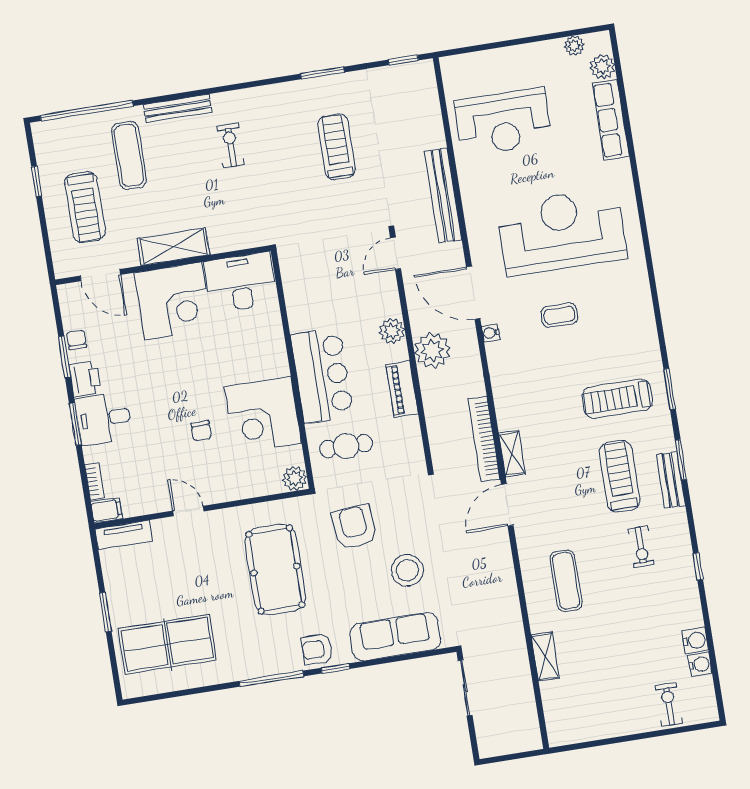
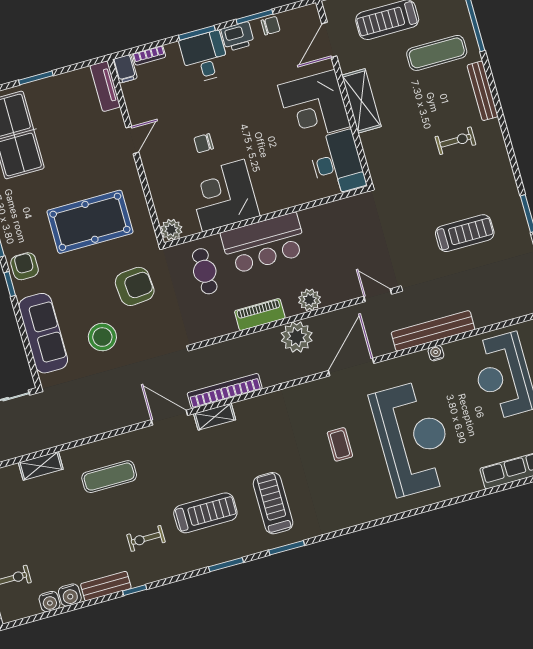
water cooler: (491, 333) -> (436, 353), moved
bench: (671, 480) -> (106, 586), moved

